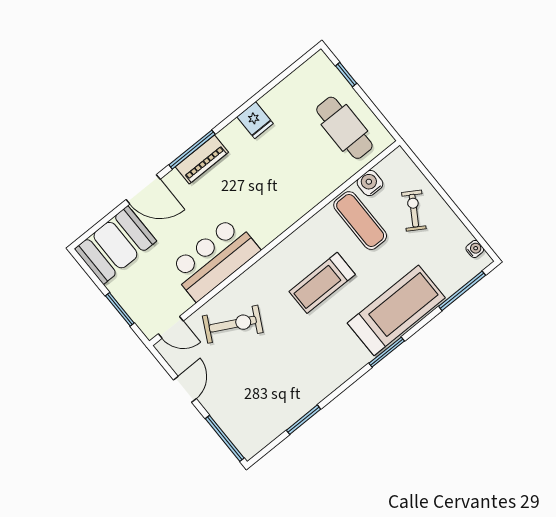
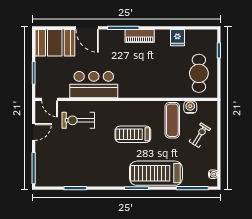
fridge: (255, 120) -> (177, 38), moved
piano: (202, 159) -> (140, 36), moved
treadmill: (396, 310) -> (156, 173), turned 180
exercise bike: (233, 324) -> (78, 120), turned 152

